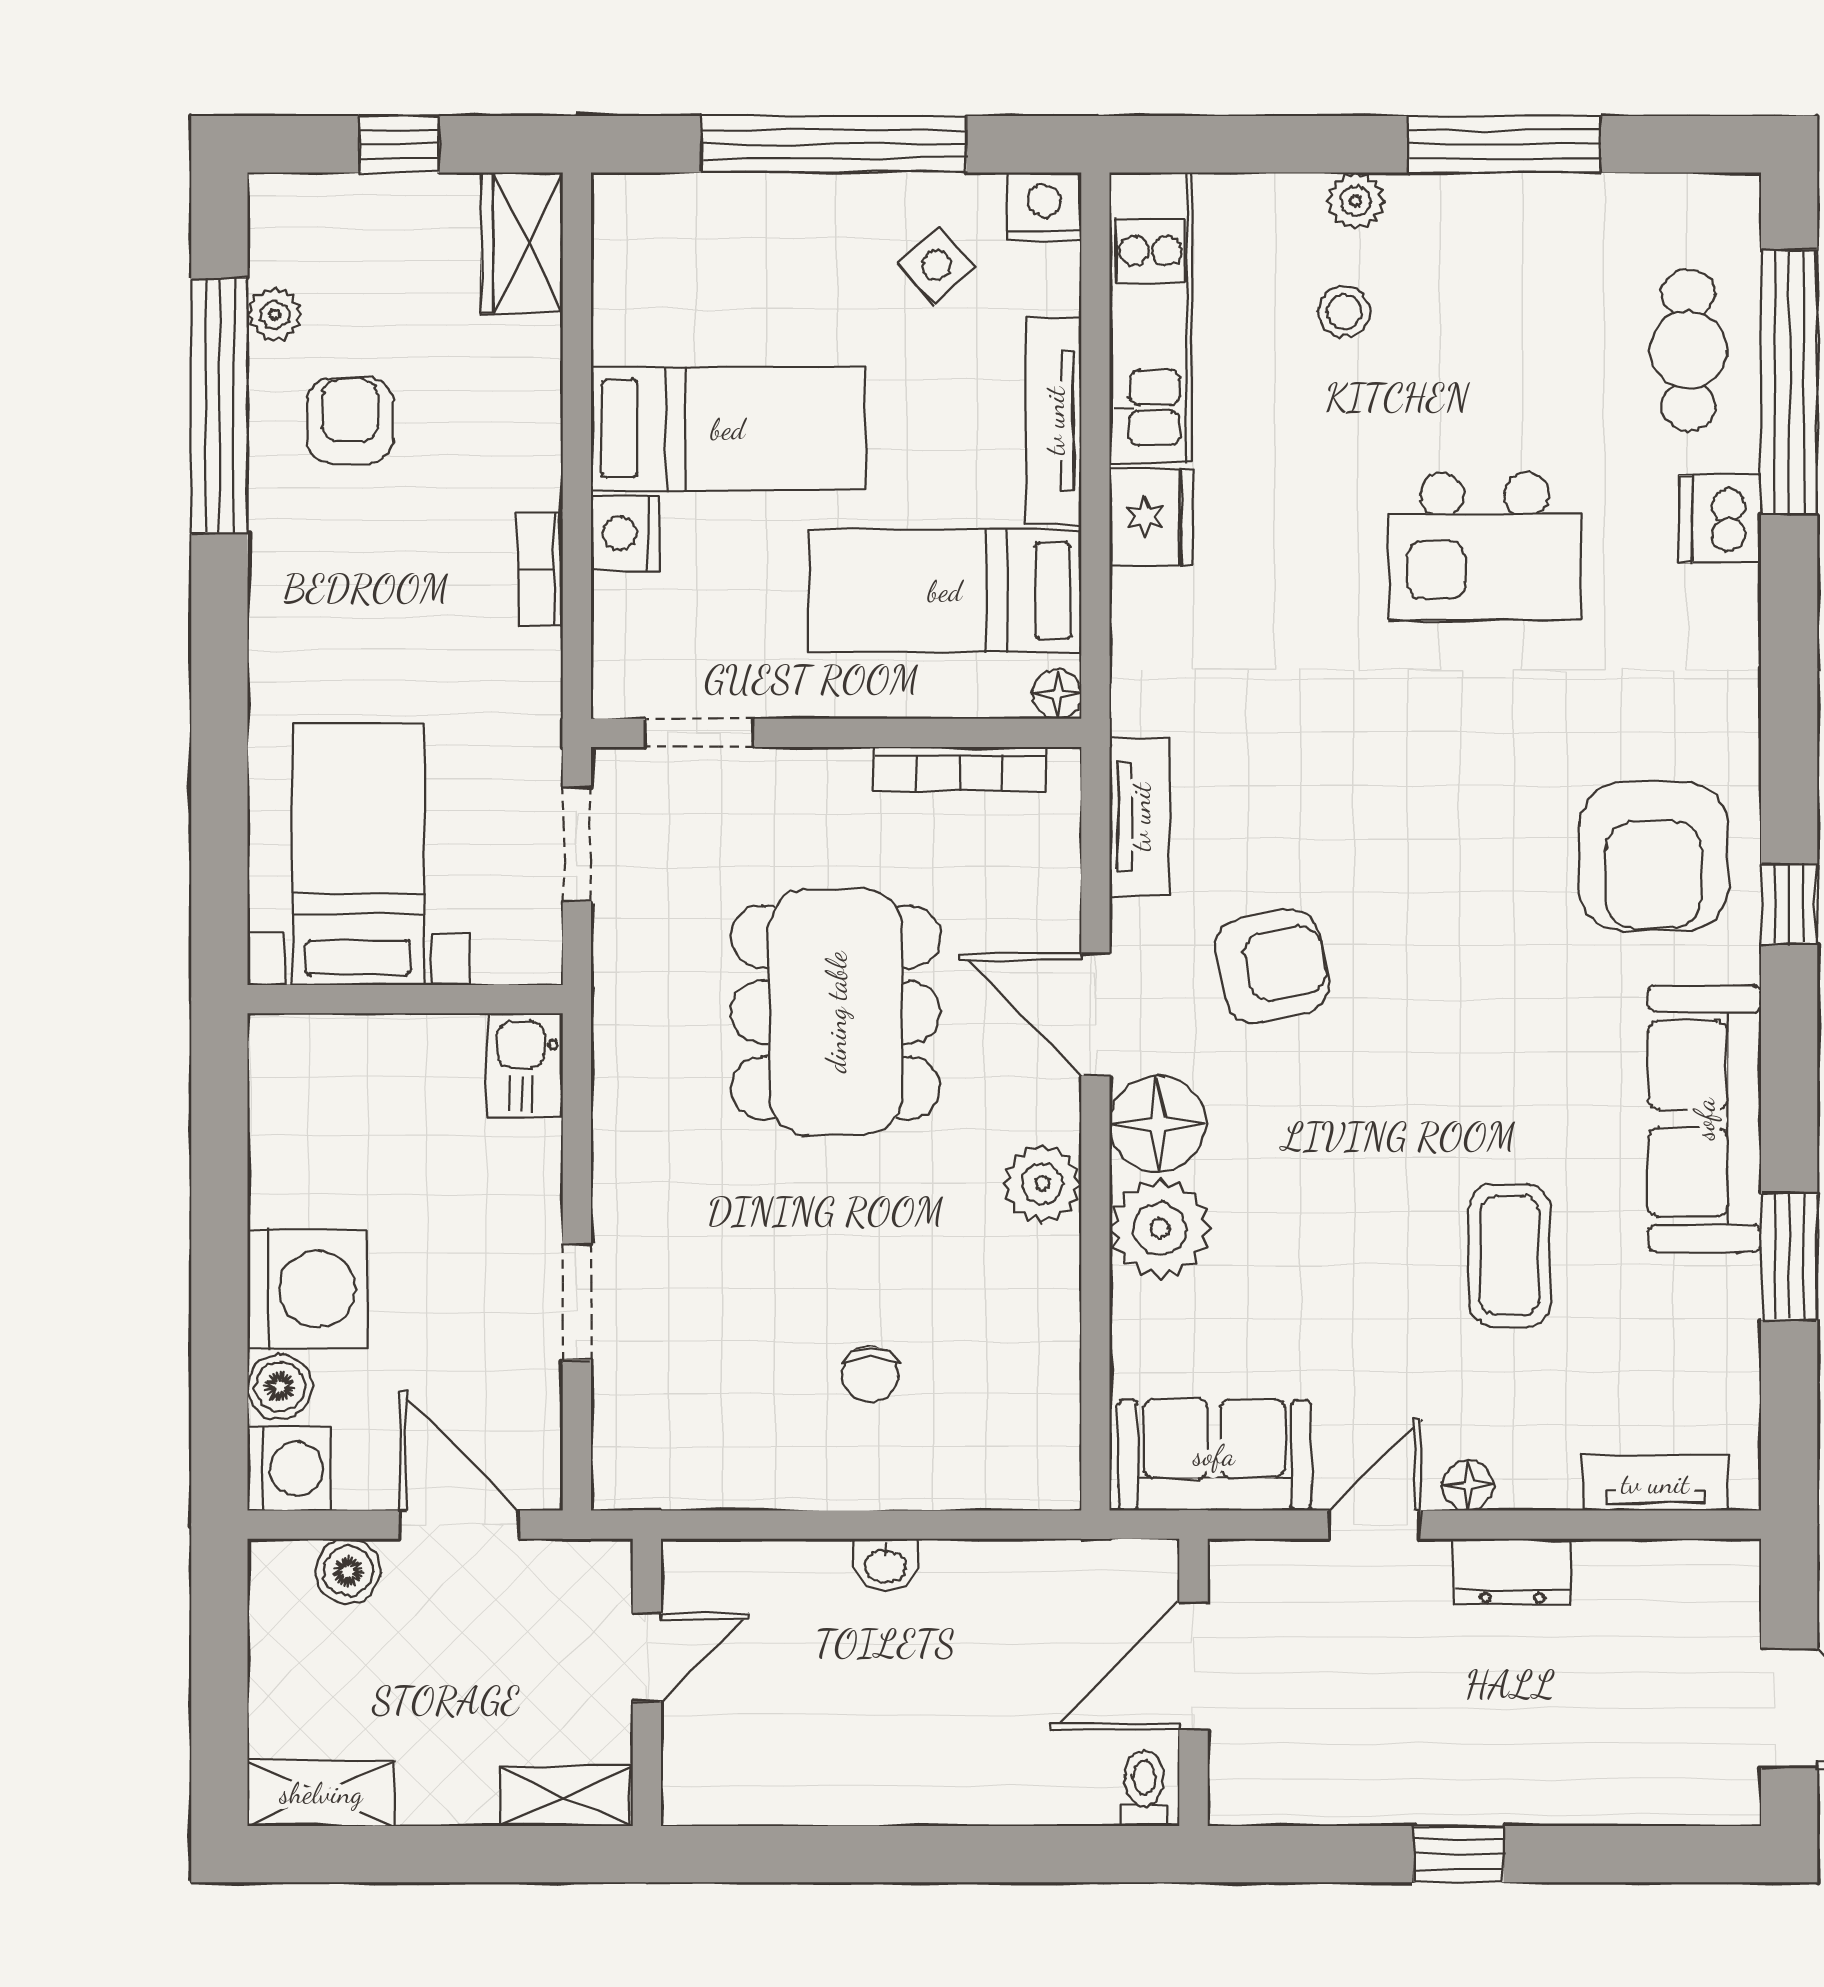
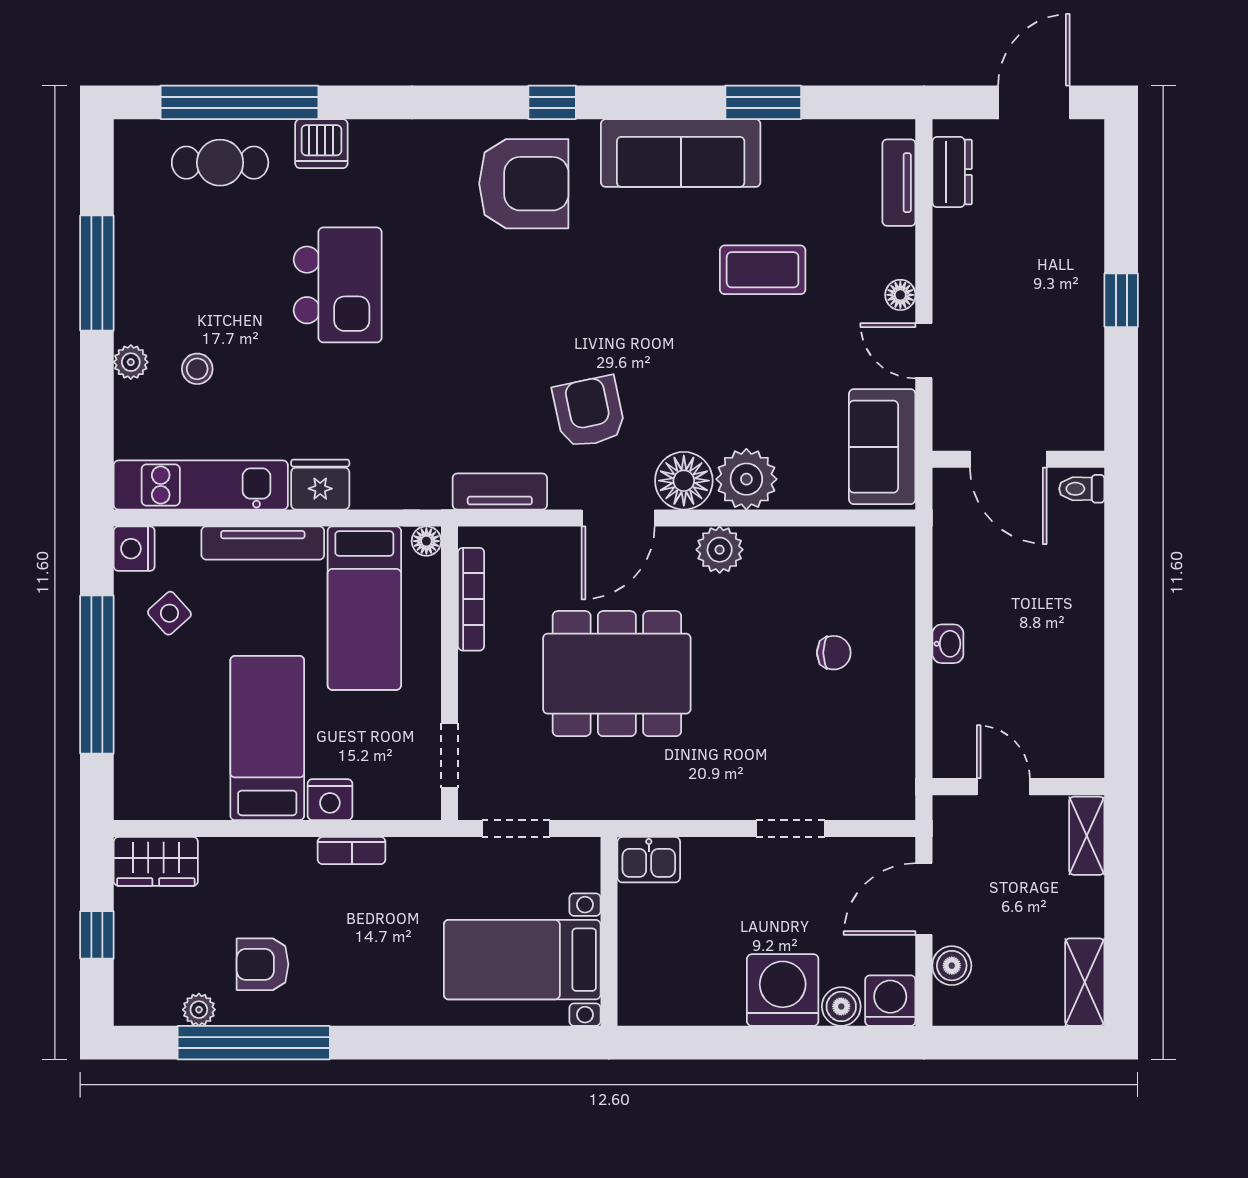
dresser: (1512, 1572) -> (952, 172), moved

